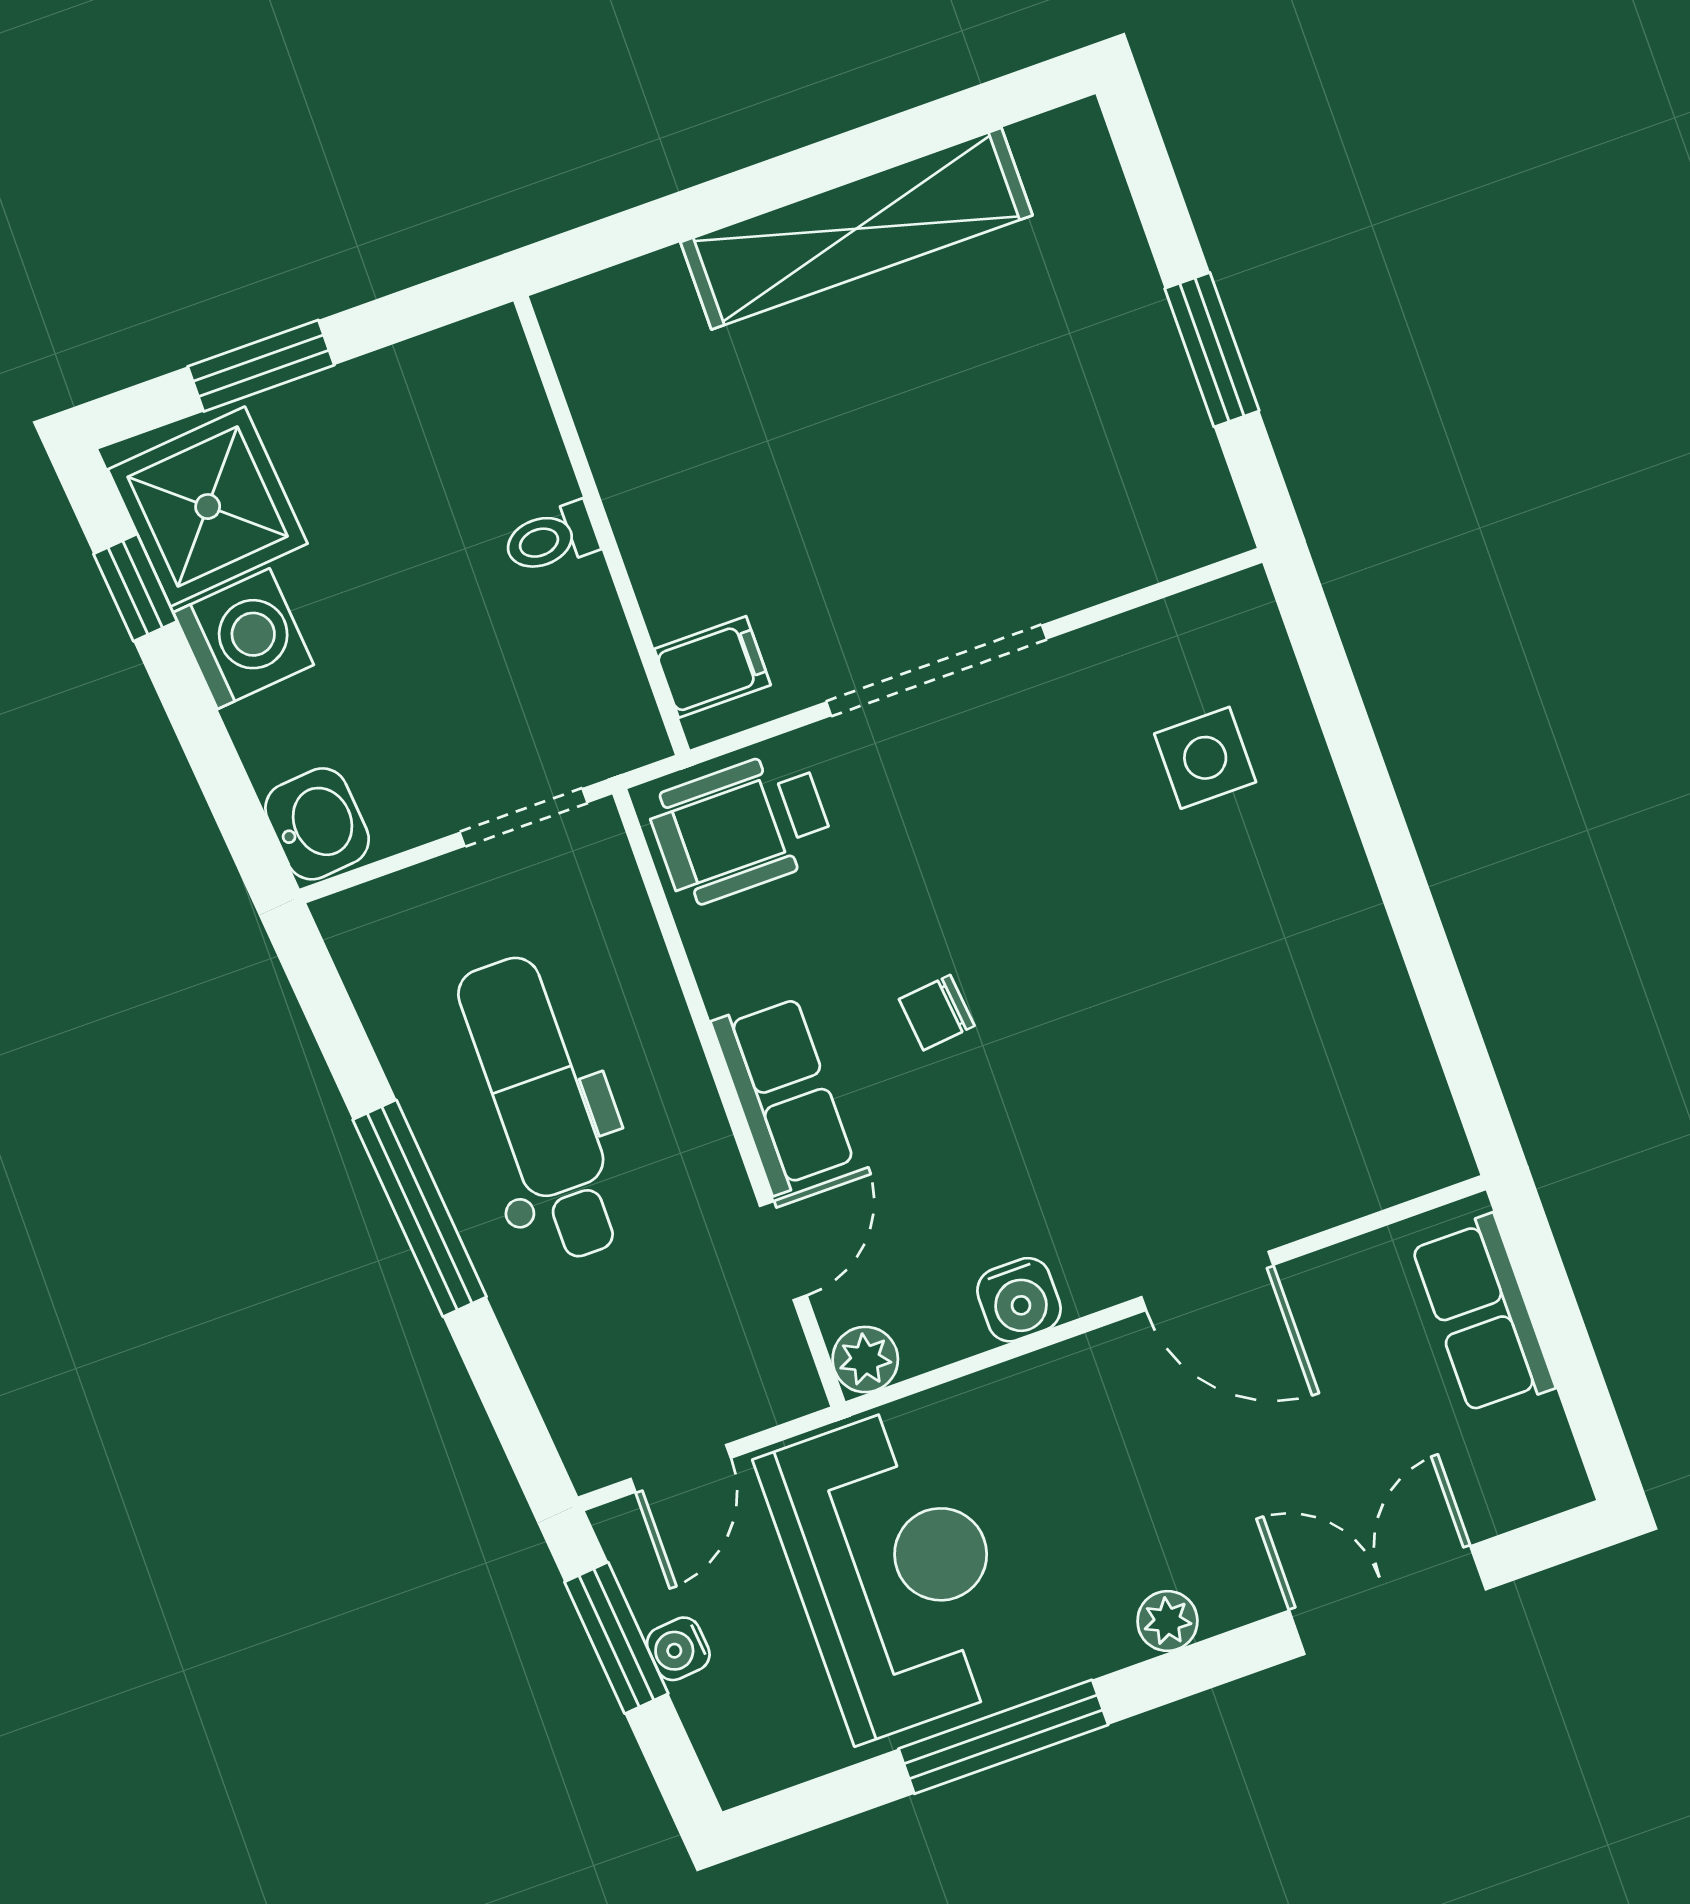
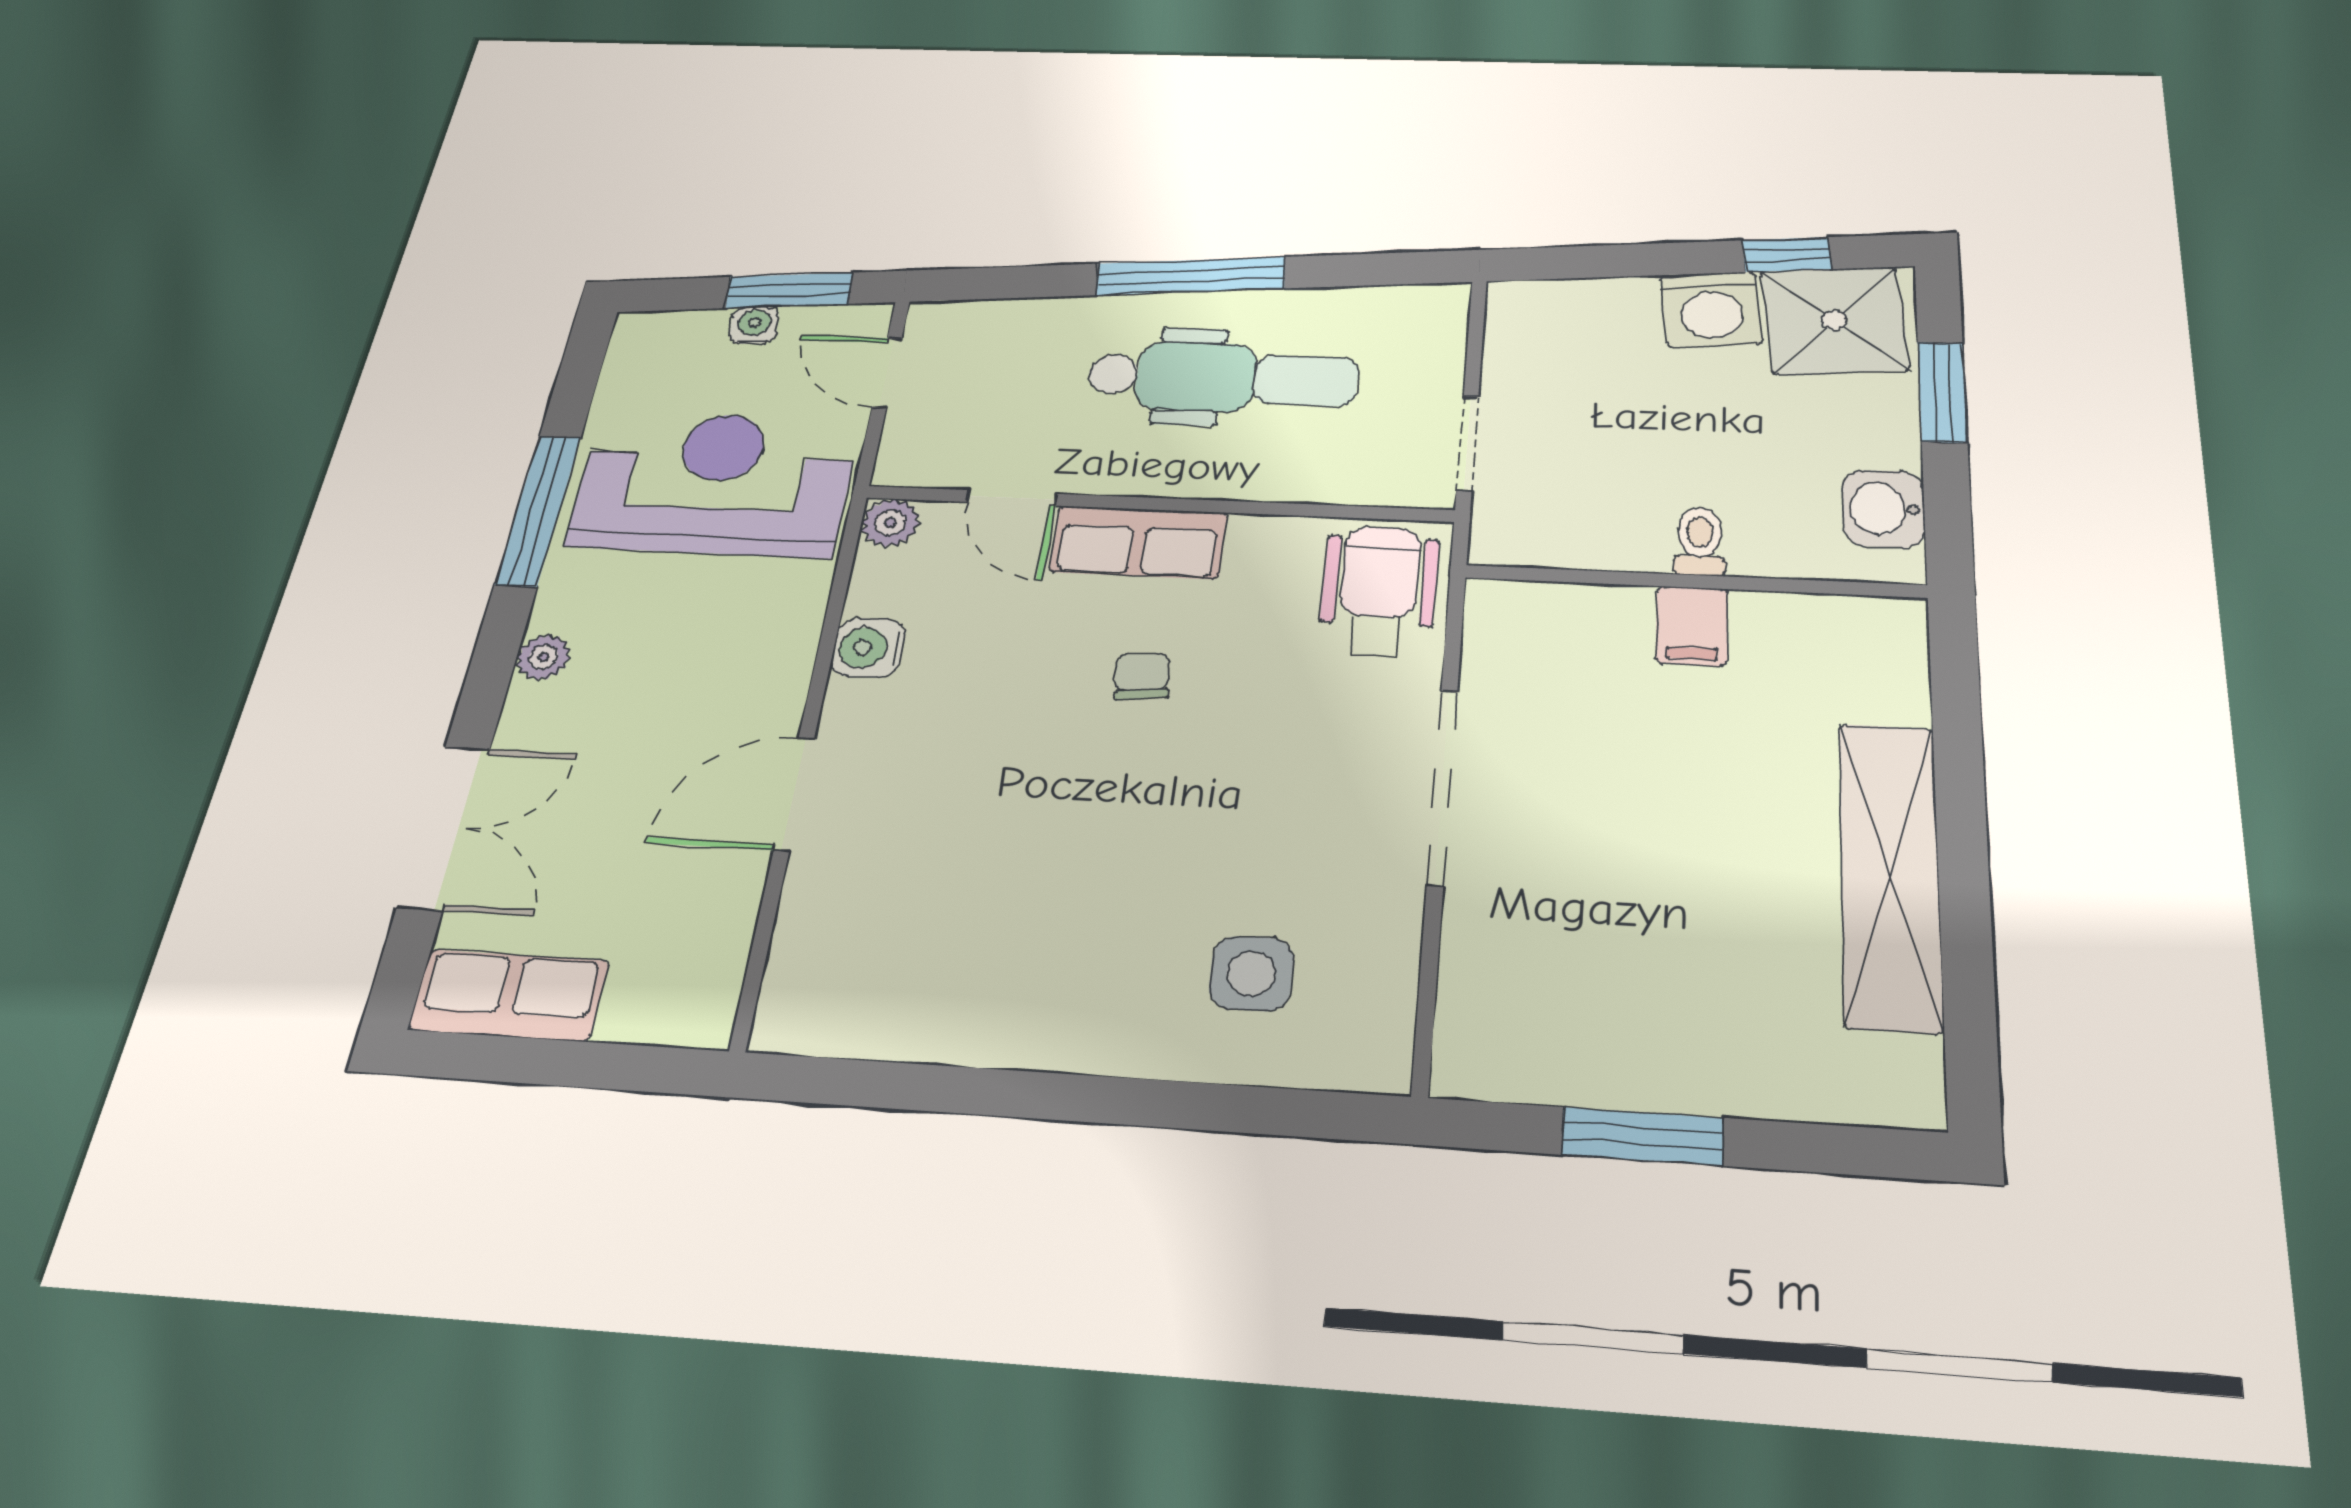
filing cabinet: (712, 667) -> (1692, 626), moved
washbasin: (317, 824) -> (1883, 509), moved, turned 95
row of seats: (1483, 1315) -> (509, 995), moved
reception desk: (894, 1571) -> (714, 483), turned 180

